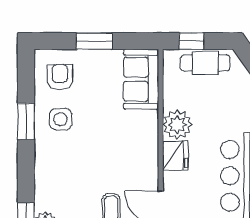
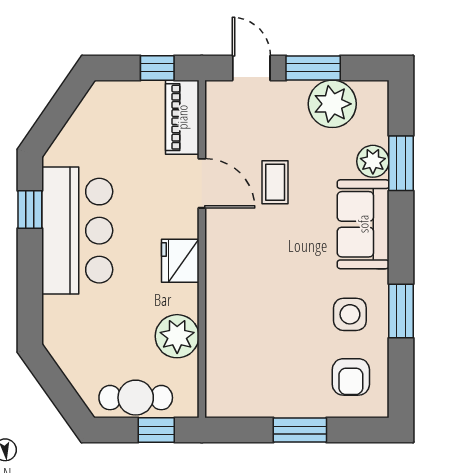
sofa: (141, 79) -> (363, 224), moved, turned 180
plant: (177, 125) -> (177, 336), moved

